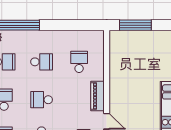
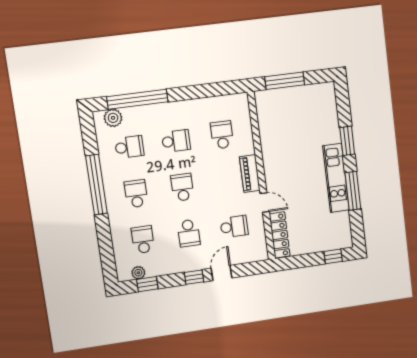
school desk: (42, 100) -> (182, 187), turned 90

